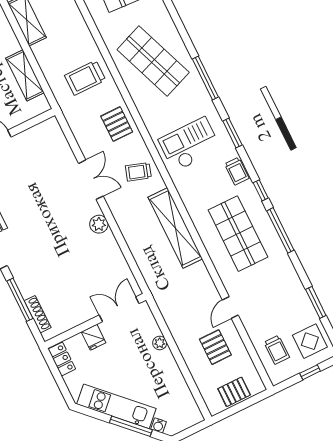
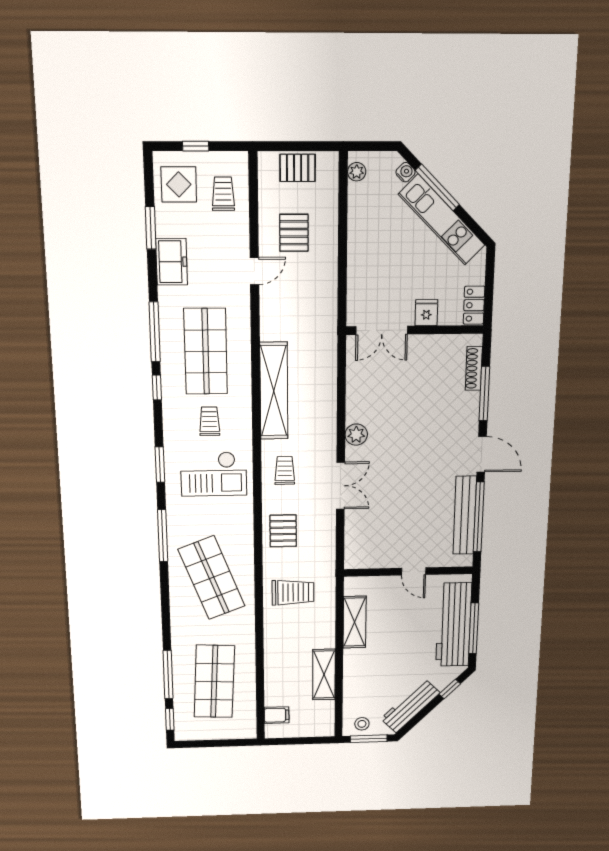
trolley: (237, 171) -> (210, 421), moved
trolley: (138, 172) -> (285, 470), turned -108
double door: (91, 180) -> (341, 486), swing flipped
freezer: (291, 286) -> (172, 262), added
plant: (160, 343) -> (357, 172), moved

